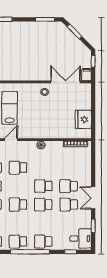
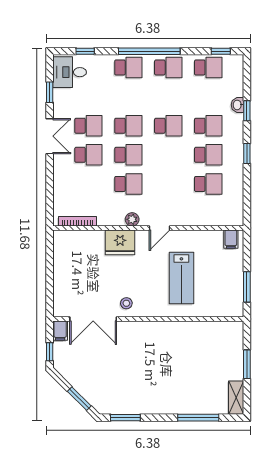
fridge: (83, 119) -> (120, 242), moved, turned 90
door: (11, 140) -> (159, 228), moved
school desk: (18, 168) -> (128, 184), moved

